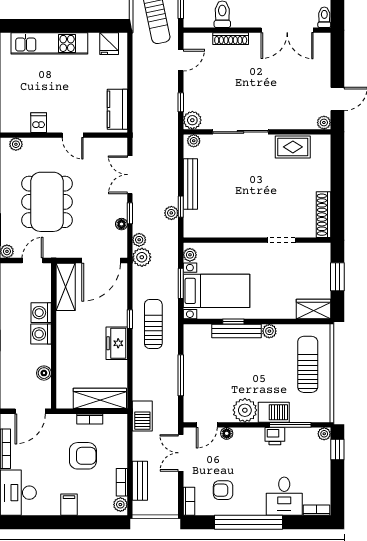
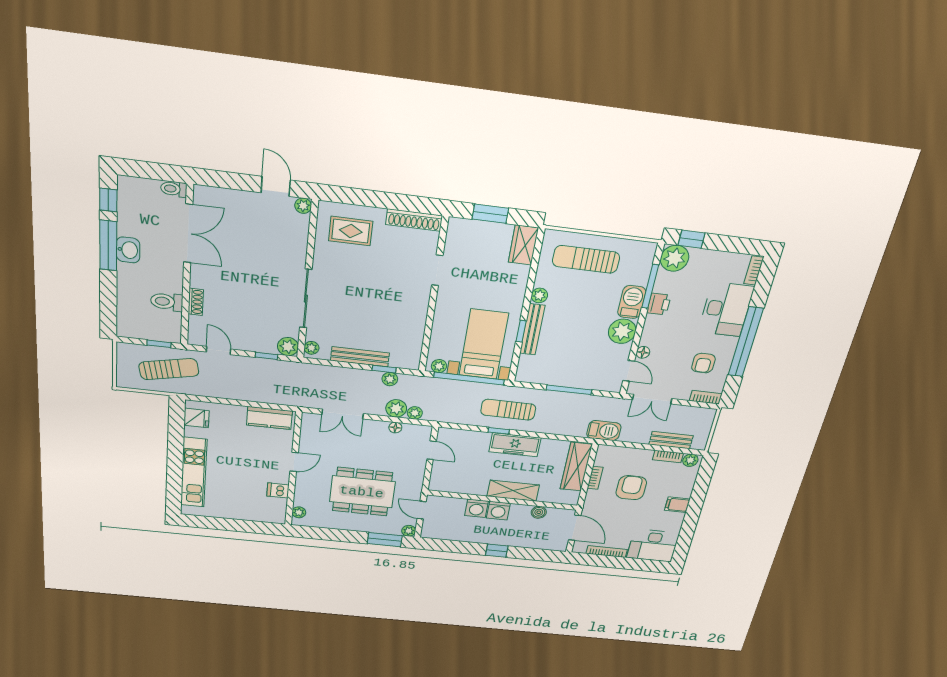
shoe rack: (231, 39) -> (196, 302), width x0.70
rug: (293, 147) -> (351, 231), moved, turned 90
window: (130, 213) -> (385, 418), removed
plant: (142, 257) -> (396, 408), moved
door: (101, 261) -> (432, 450), width x0.53
window: (181, 283) -> (469, 379), width x2.11
shelving: (66, 287) -> (513, 491), moved
freezer: (117, 343) -> (515, 445), width x1.40
plant: (324, 434) -> (675, 258), width x1.87, depth x1.87
desk: (284, 496) -> (726, 309), width x1.37

